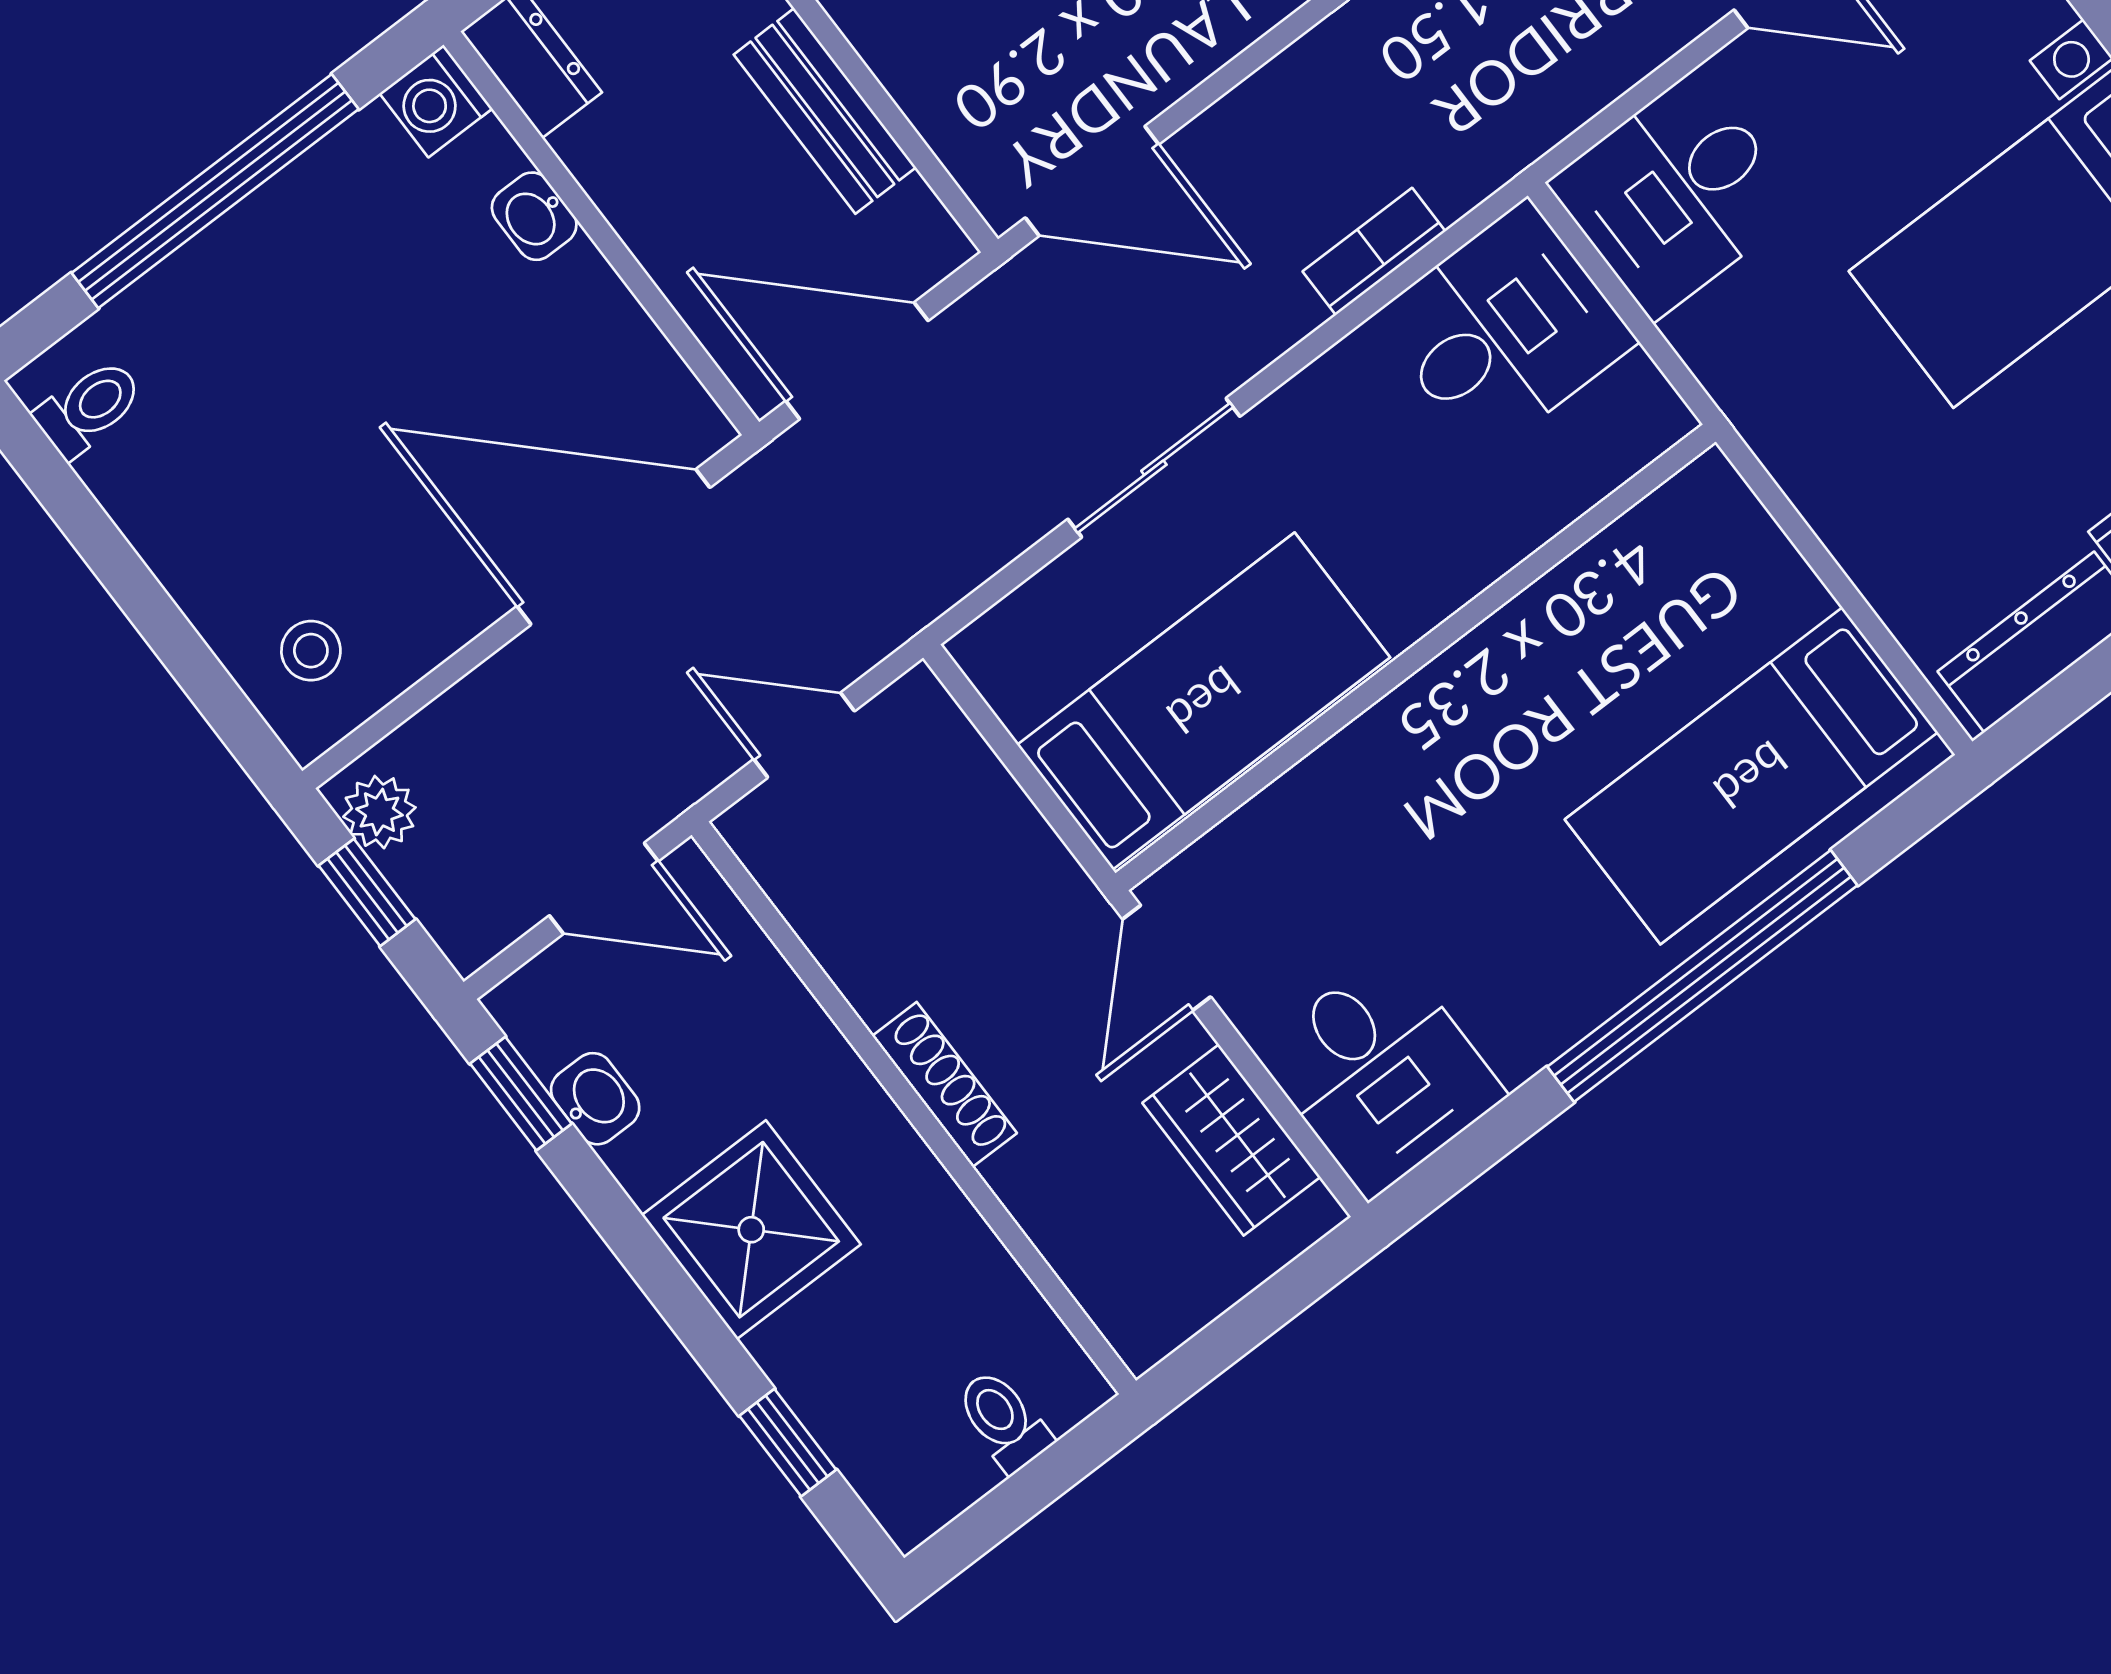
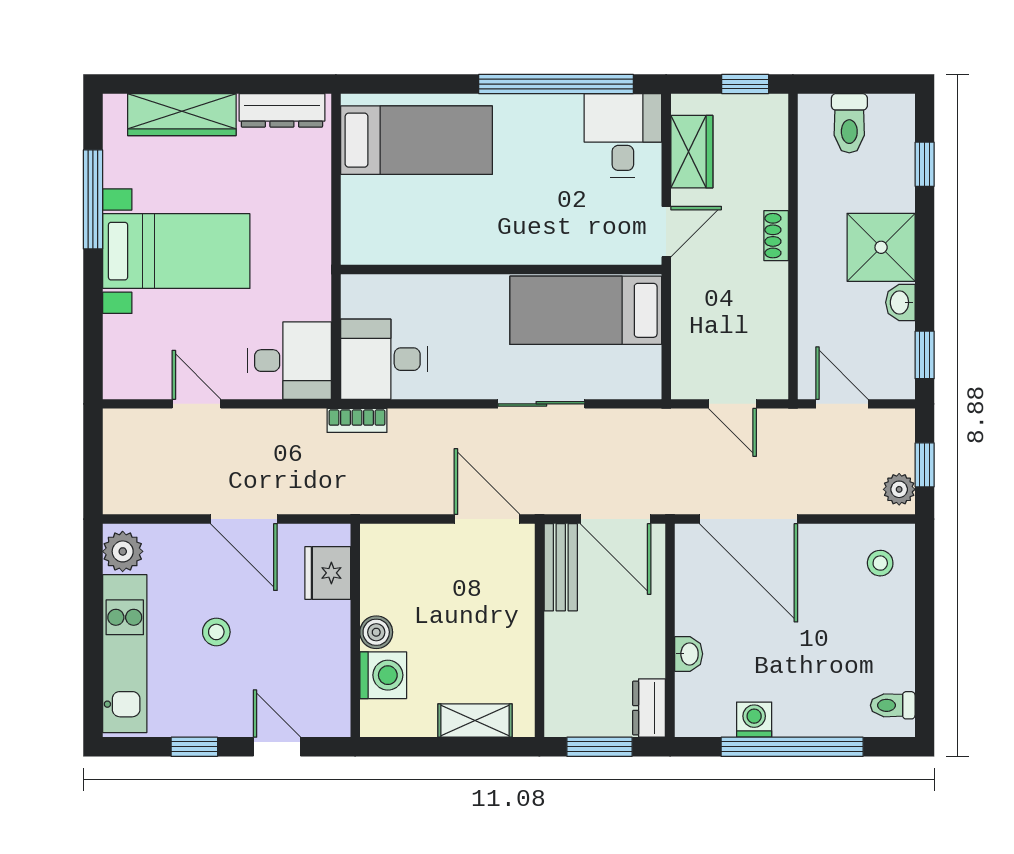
washing machine: (436, 101) -> (754, 720), moved, turned -90
bench: (825, 111) -> (561, 567), moved
bookcase: (1374, 251) -> (357, 420), moved
window: (1702, 976) -> (556, 84), moved
shoe rack: (945, 1085) -> (776, 236), width x0.70
washbasin: (595, 1099) -> (900, 302), moved
window: (1228, 1338) -> (745, 84), added
toilet: (1003, 1421) -> (849, 123), width x1.37, depth x1.39

